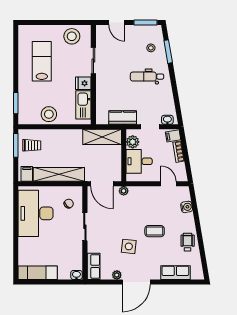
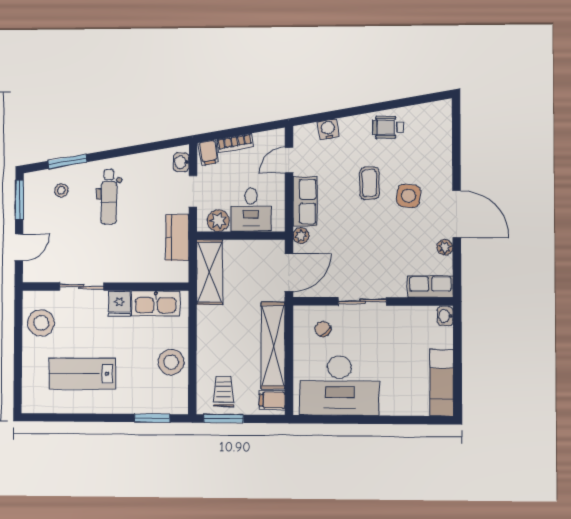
side table: (129, 246) -> (409, 196), moved
row of seats: (175, 273) -> (305, 201), moved, turned 180

